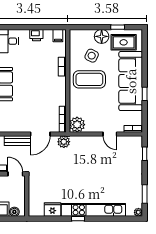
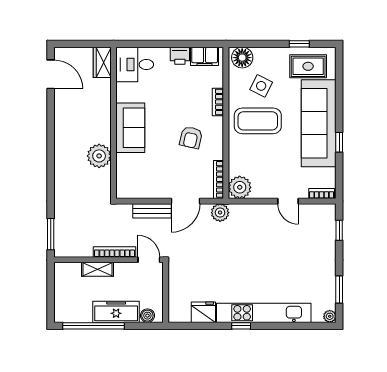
filing cabinet: (58, 36) -> (205, 56), width x2.00
floor lamp: (102, 36) -> (242, 58), moved
armchair: (44, 91) -> (191, 137), added

